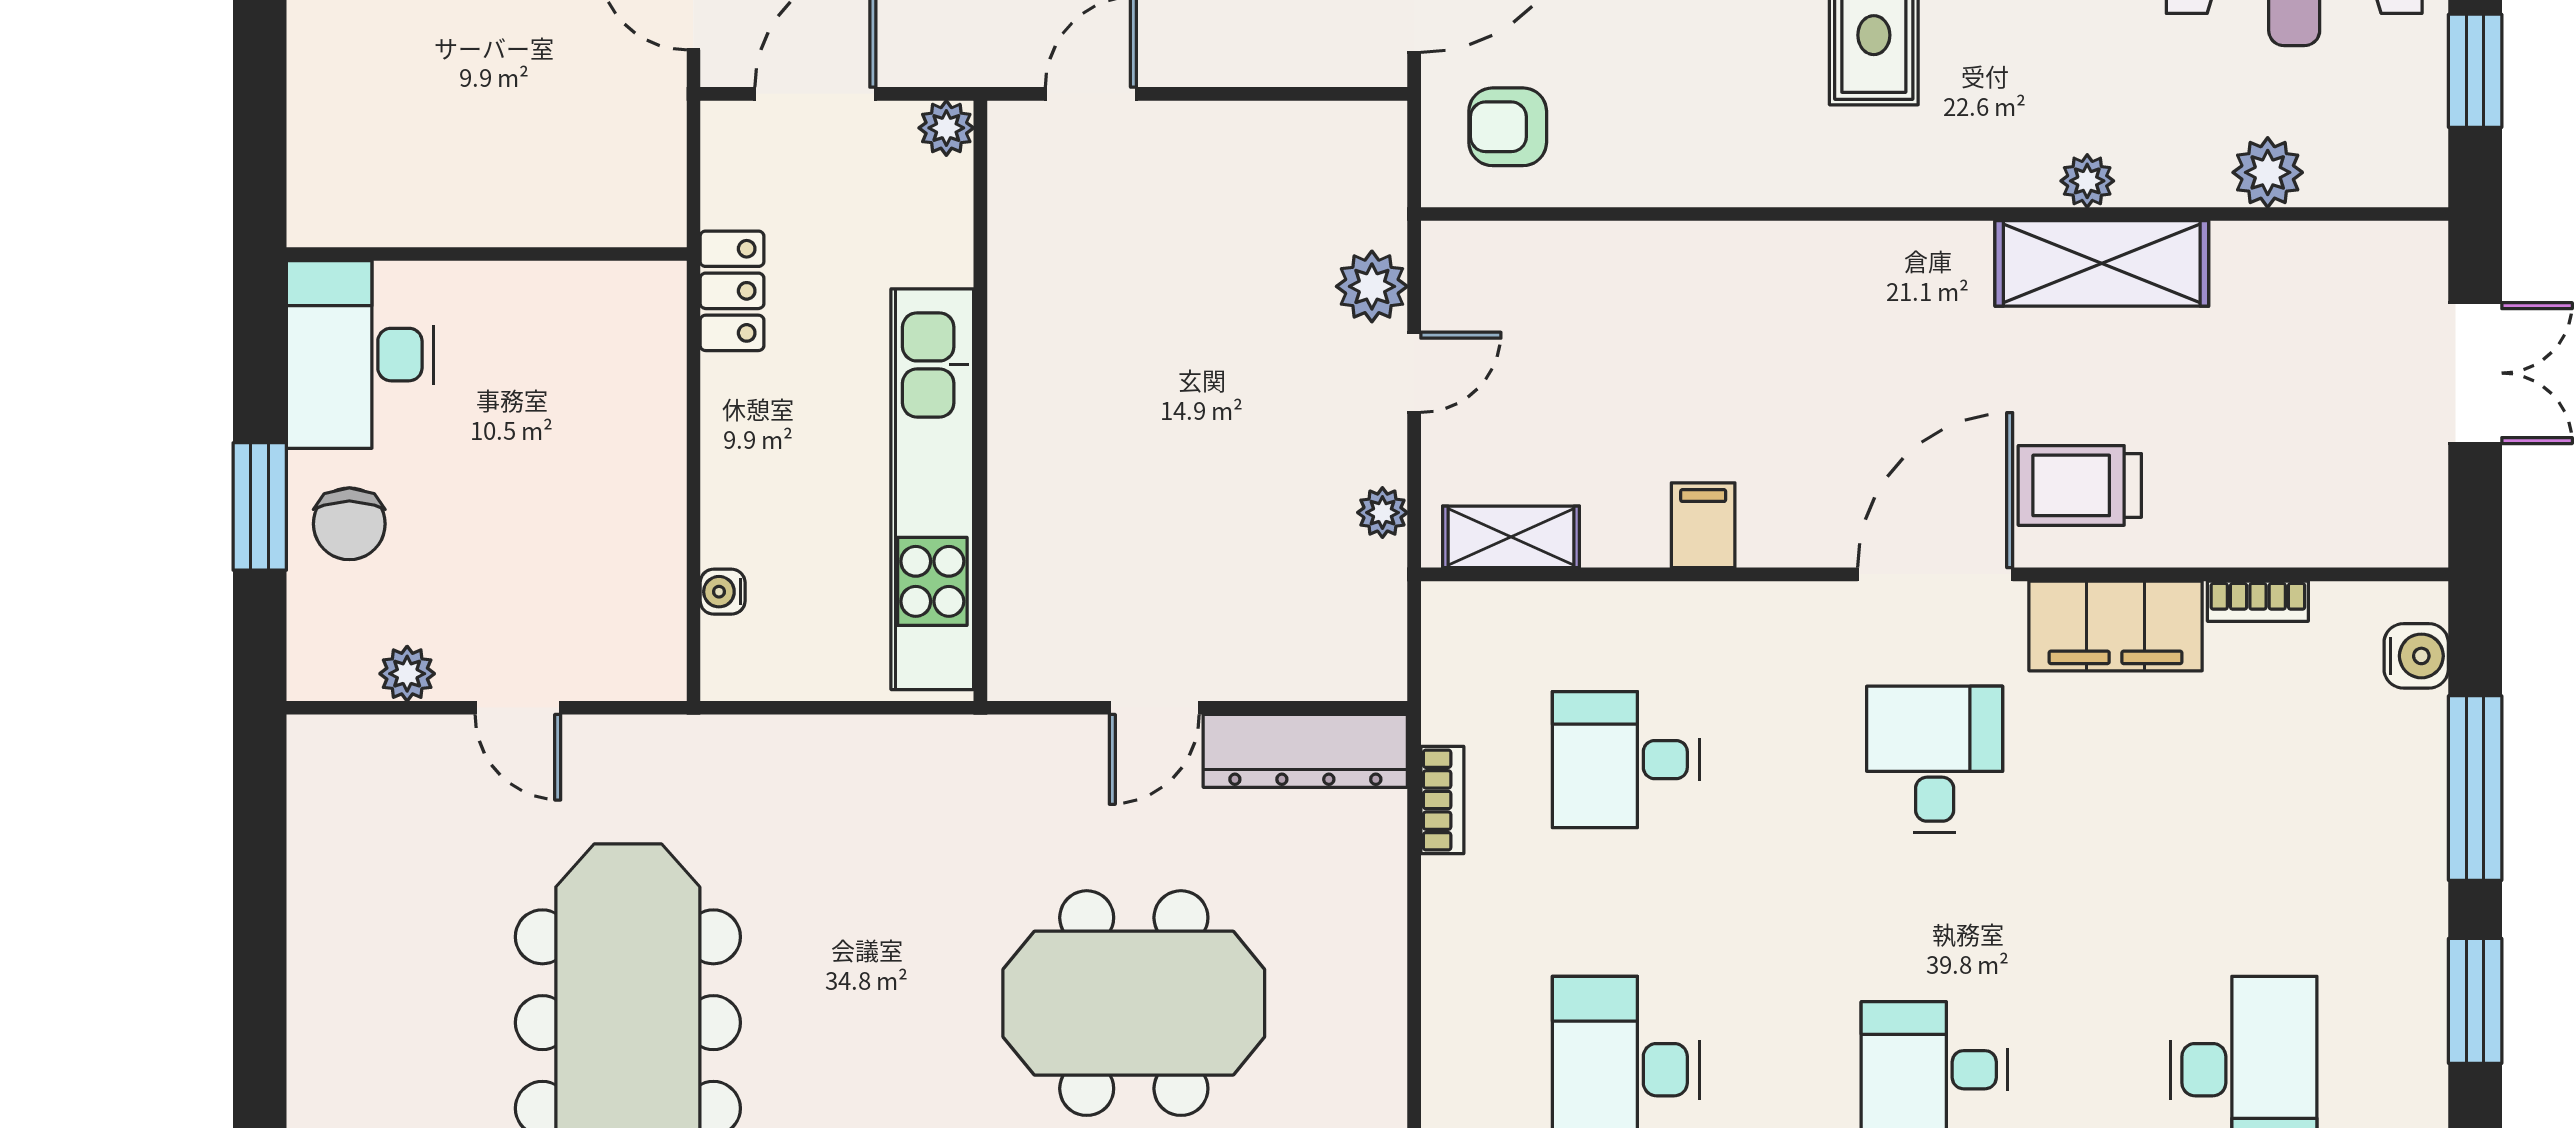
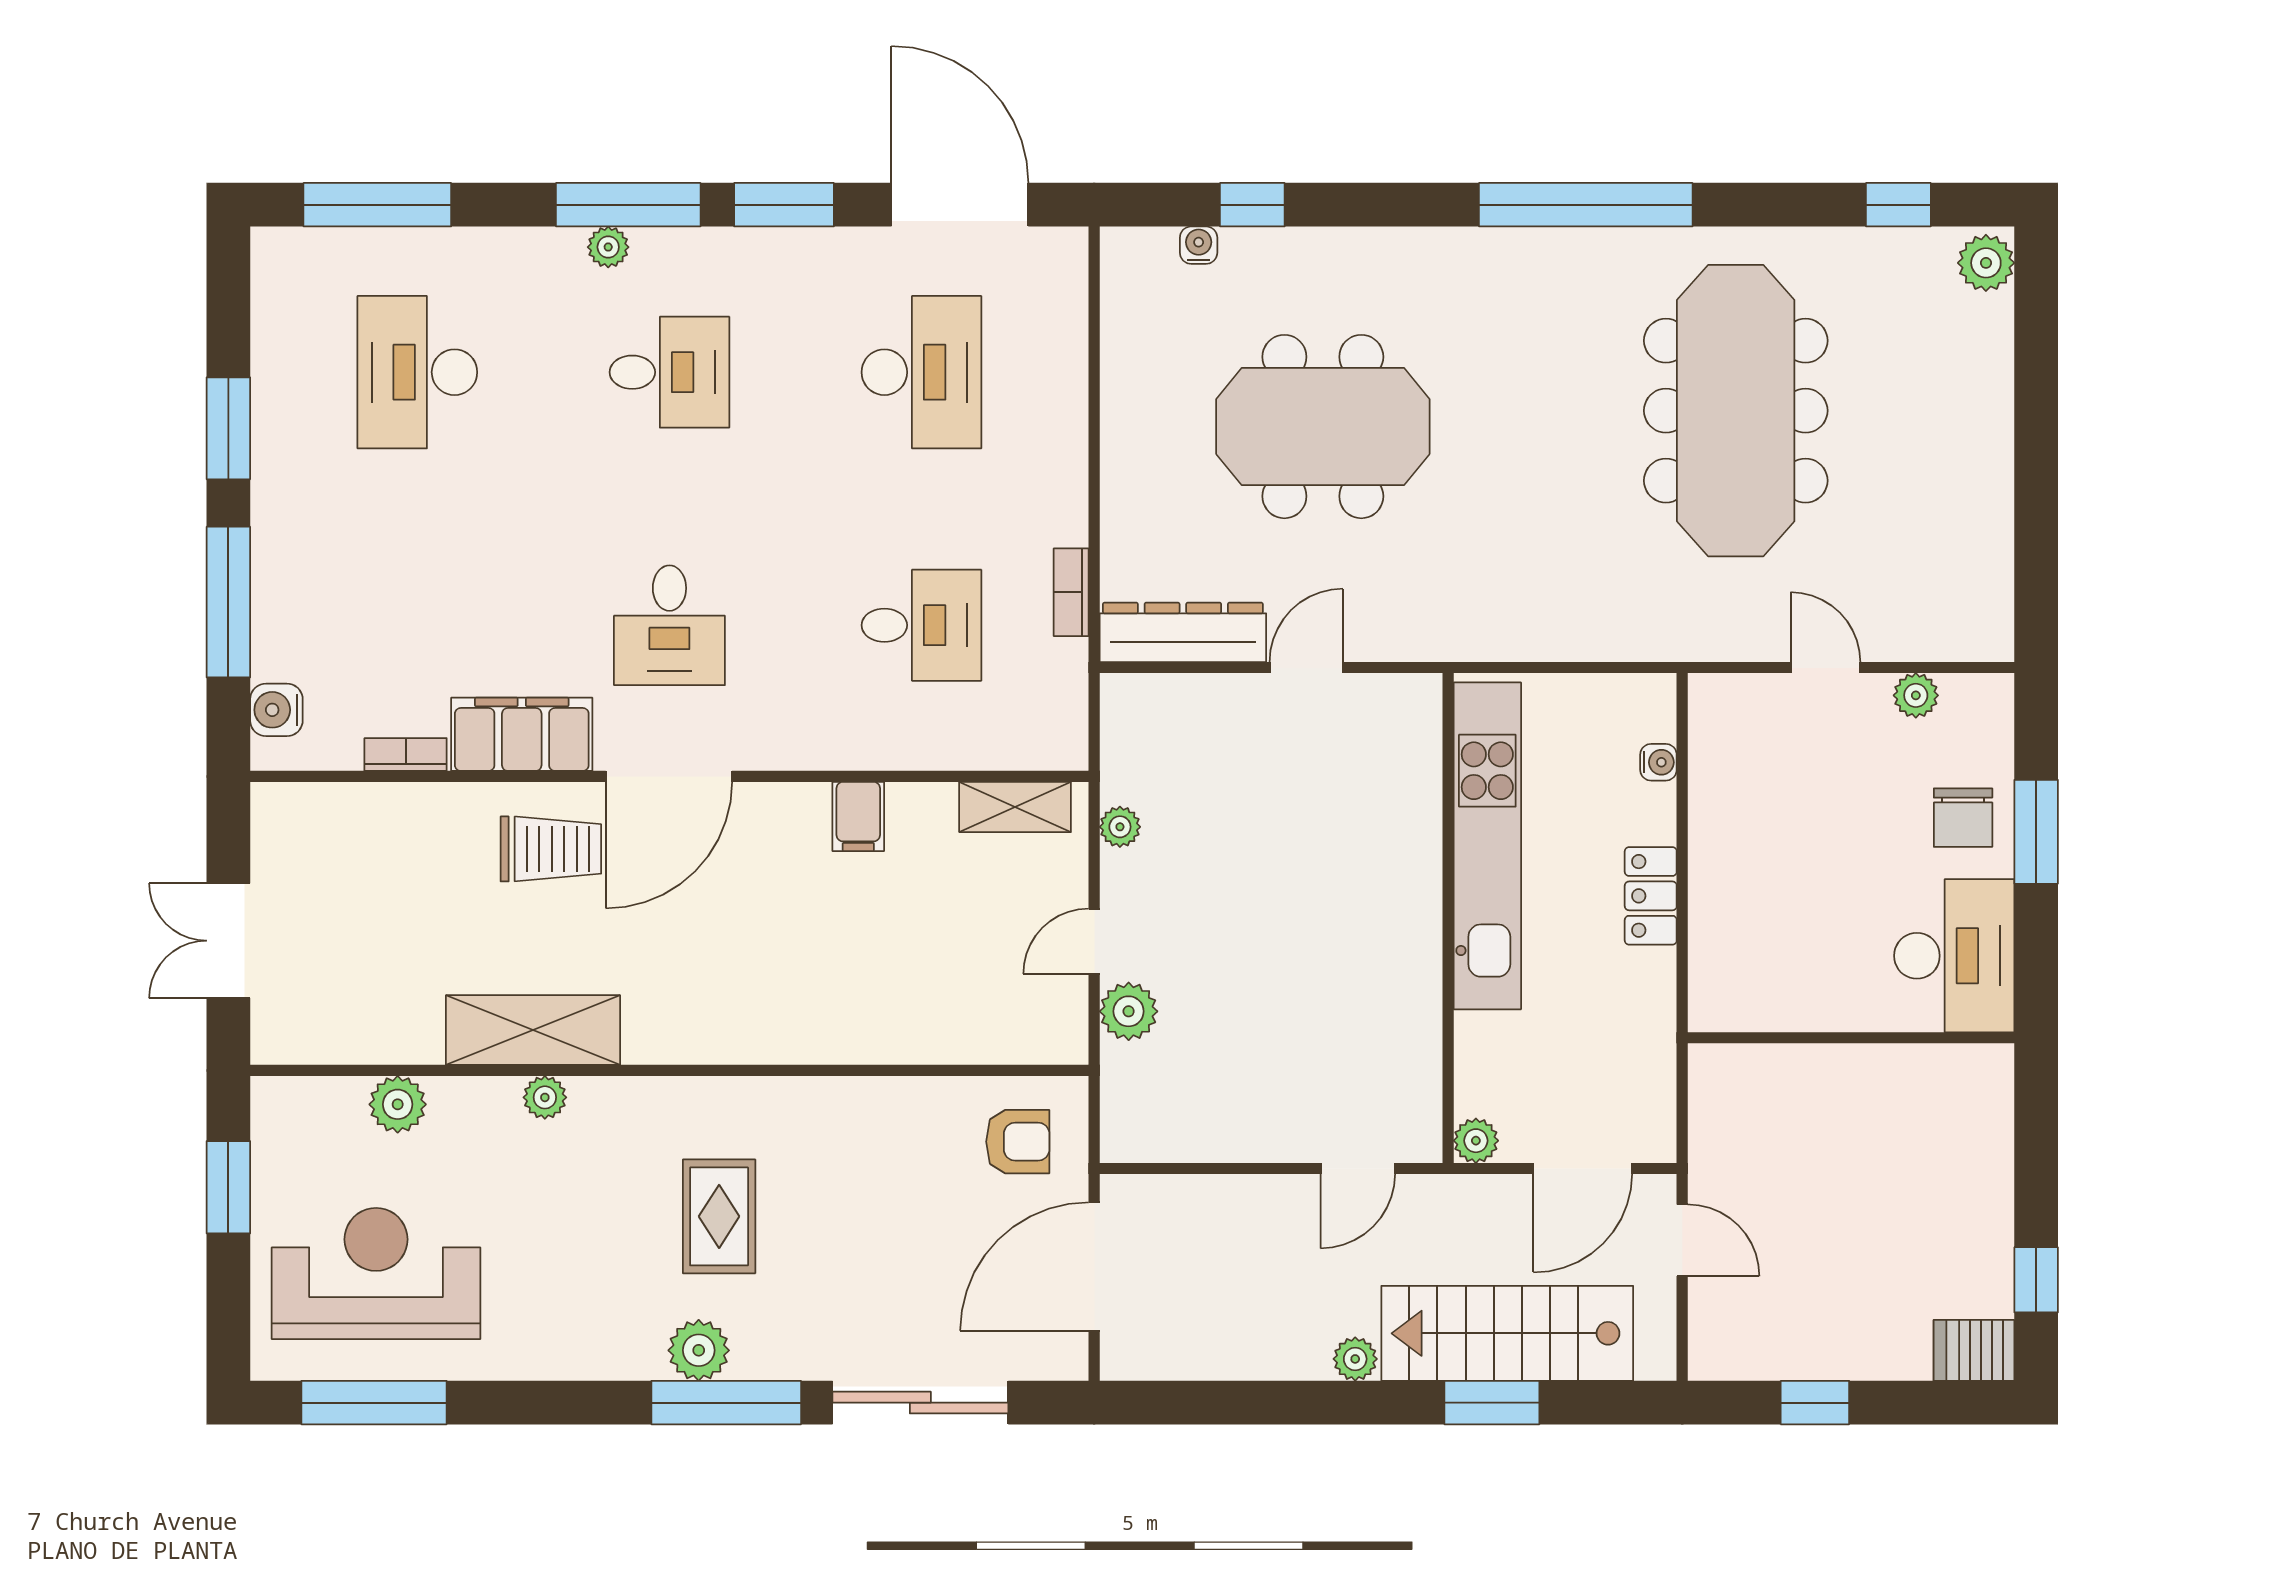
locker: (732, 291) -> (1651, 896), moved
chair: (349, 524) -> (1963, 818), turned 180

